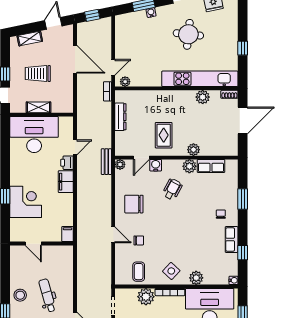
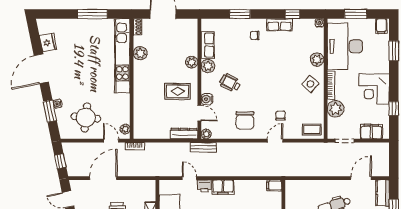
round table: (188, 34) -> (86, 118), moved
window: (243, 48) -> (92, 14), width x2.17
dresser: (120, 117) -> (184, 134), moved
coffee table: (139, 272) -> (312, 129), moved

